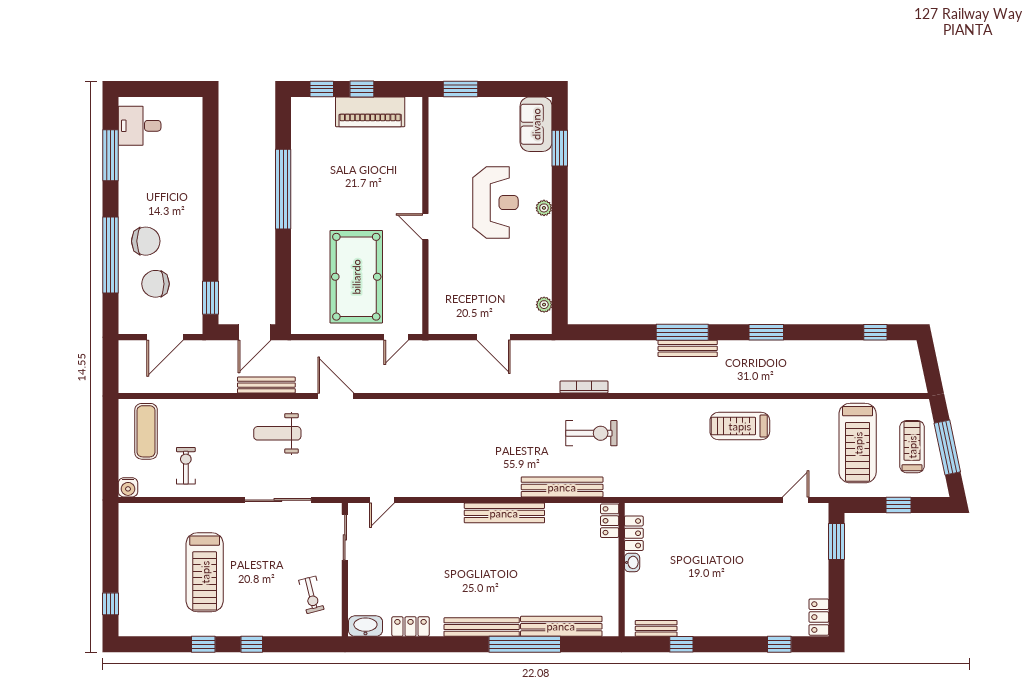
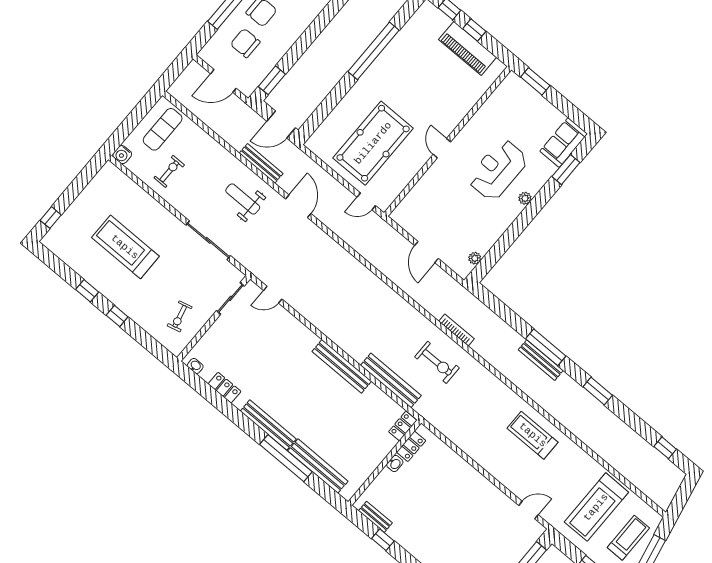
reception desk: (495, 203) -> (498, 170), turned 180
treadmill: (205, 572) -> (125, 247), turned 90
washbasin: (365, 626) -> (195, 366), width x0.52, depth x0.69

